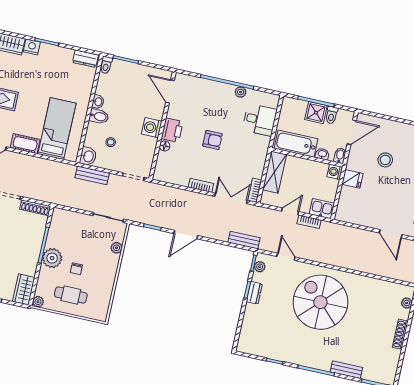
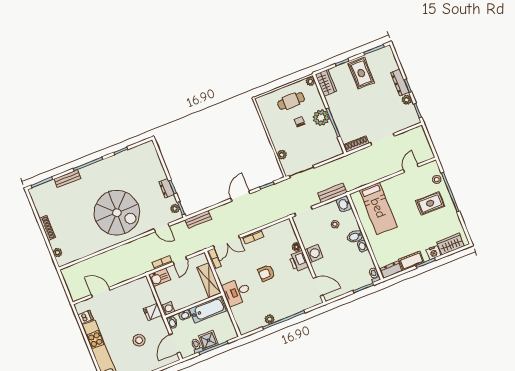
desk: (260, 120) -> (237, 292), moved
cot: (25, 144) -> (412, 261), moved

